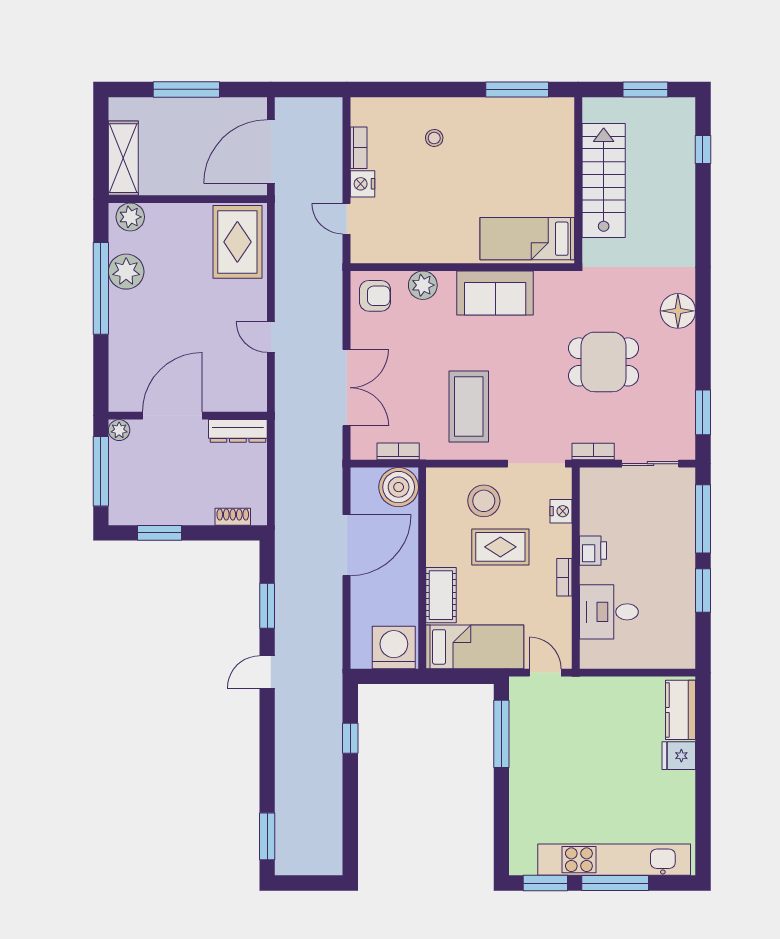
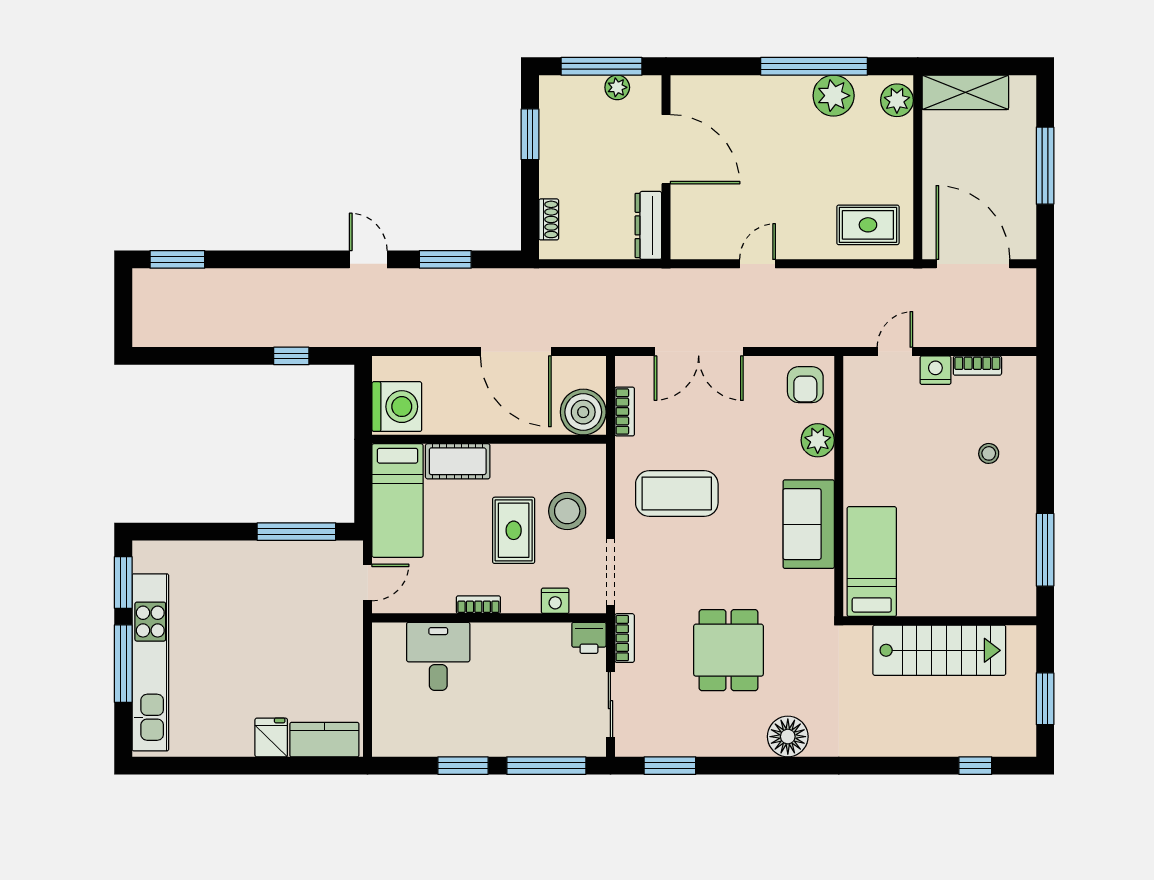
rug: (237, 242) -> (868, 225), width x0.73, depth x0.70
plant: (119, 430) -> (617, 87), moved
printer: (593, 551) -> (589, 638), moved

